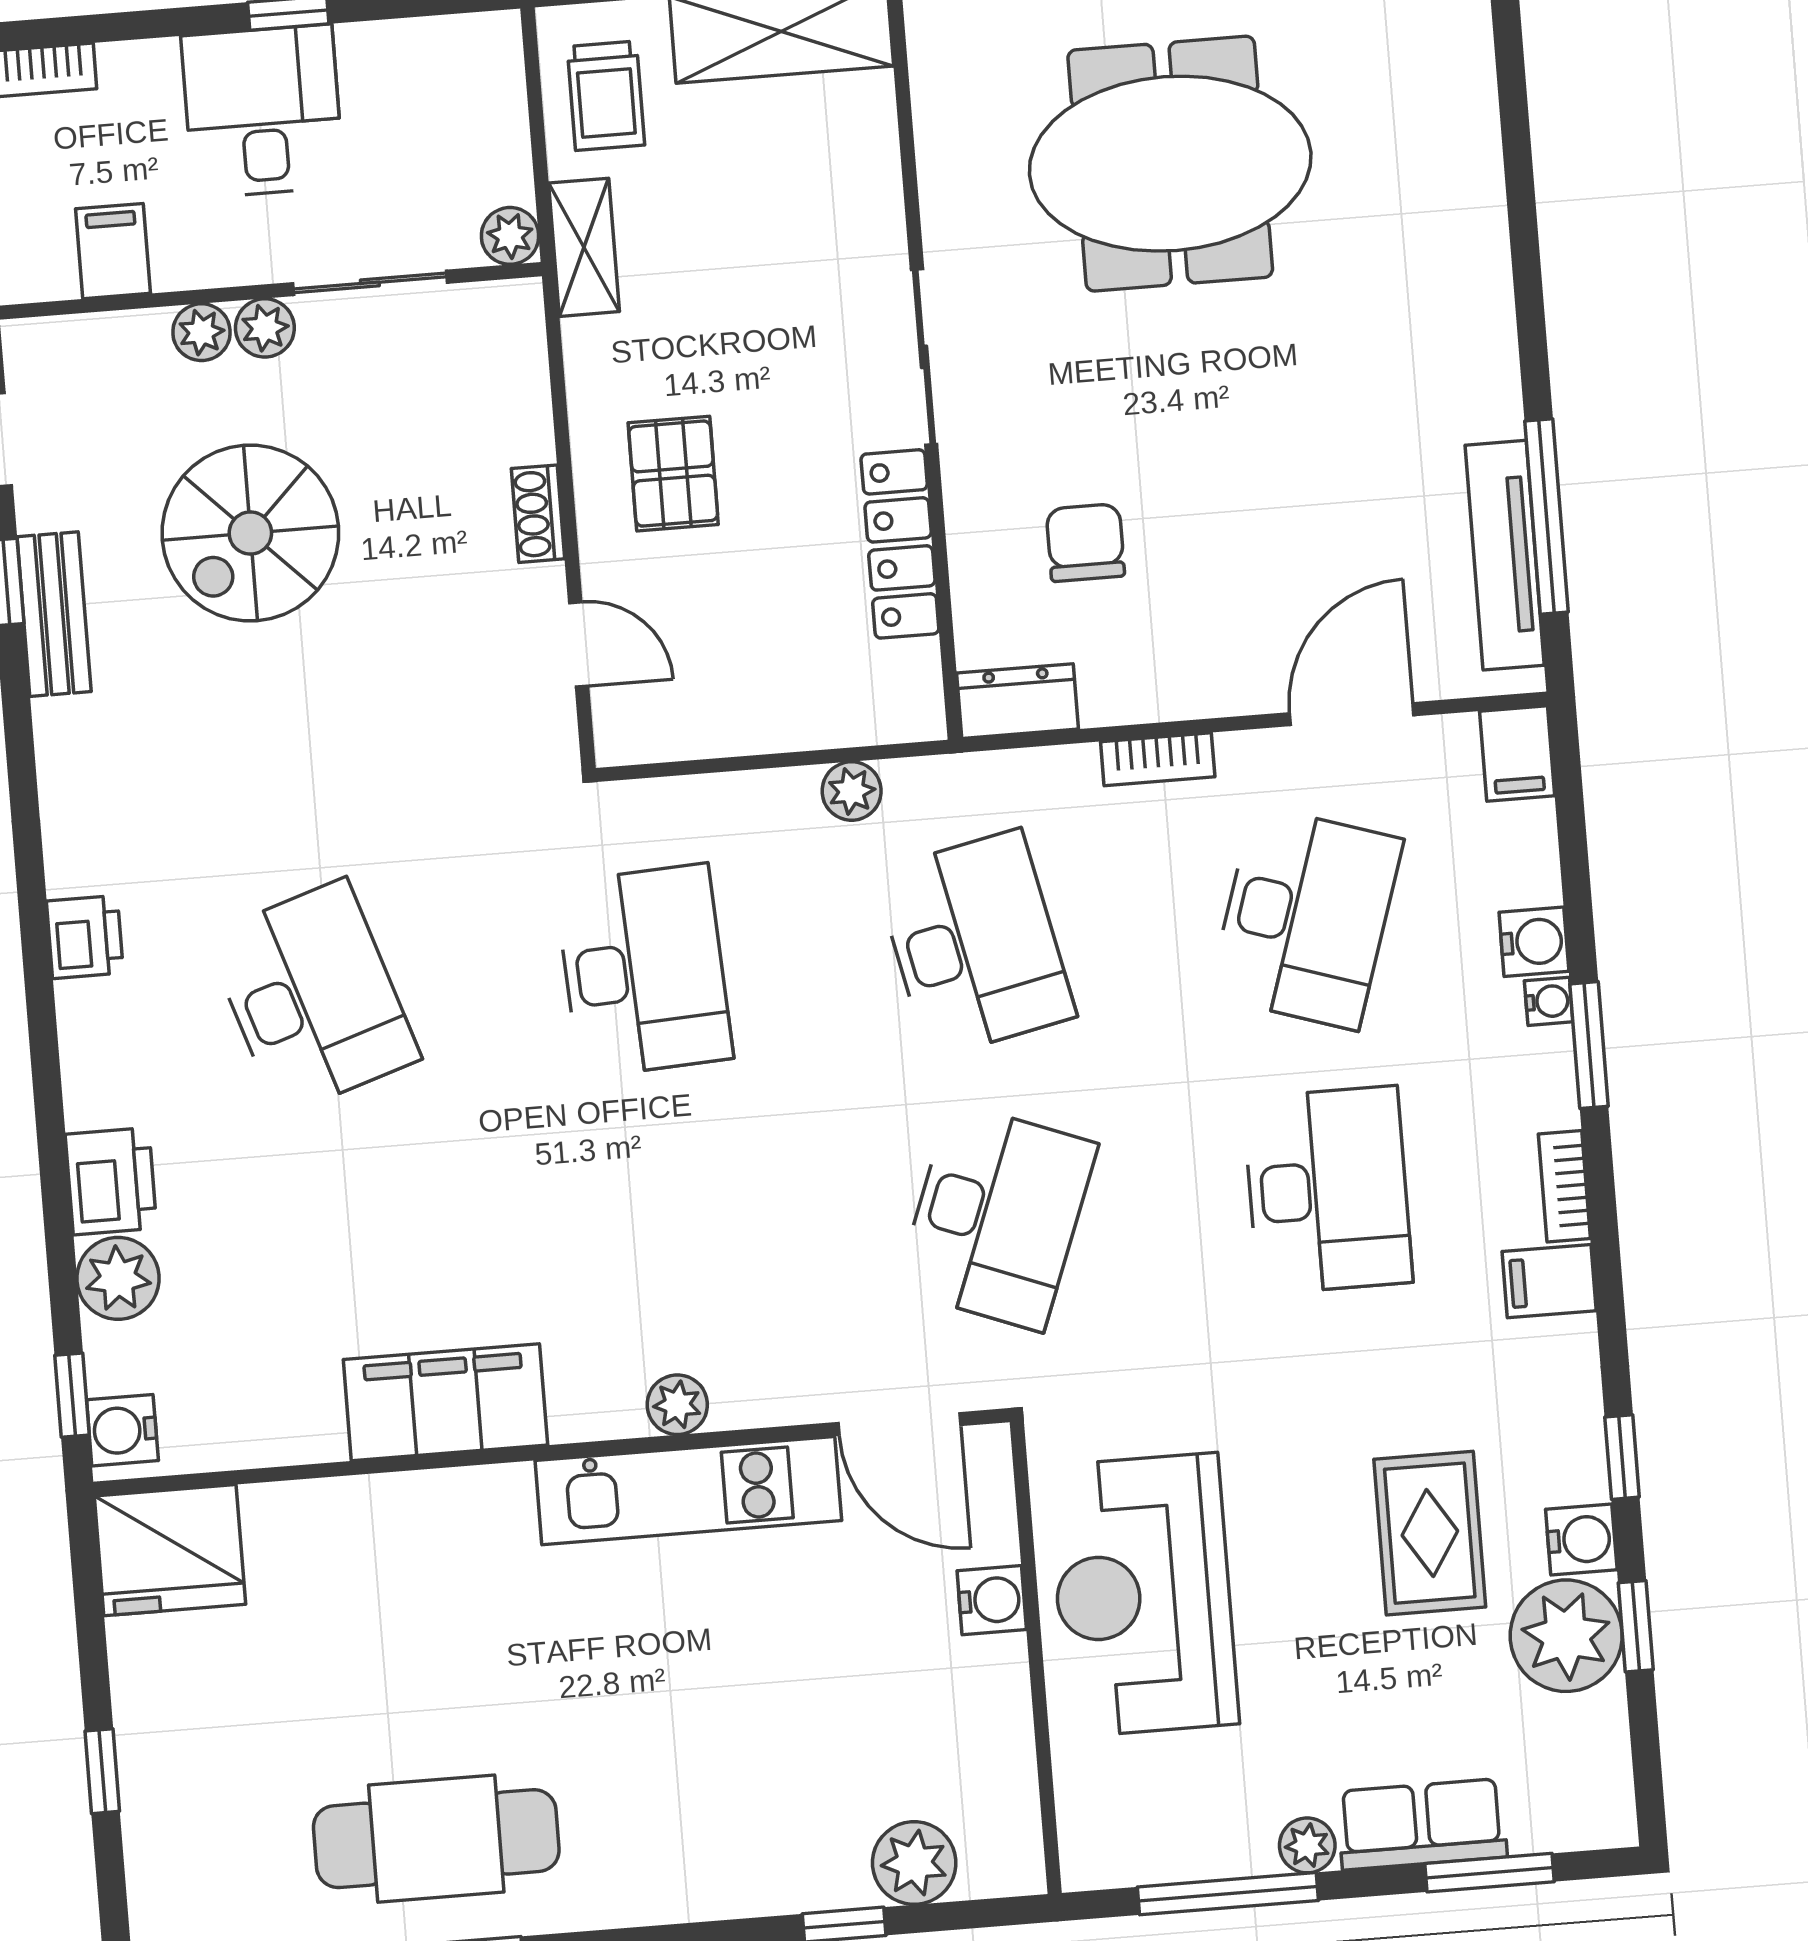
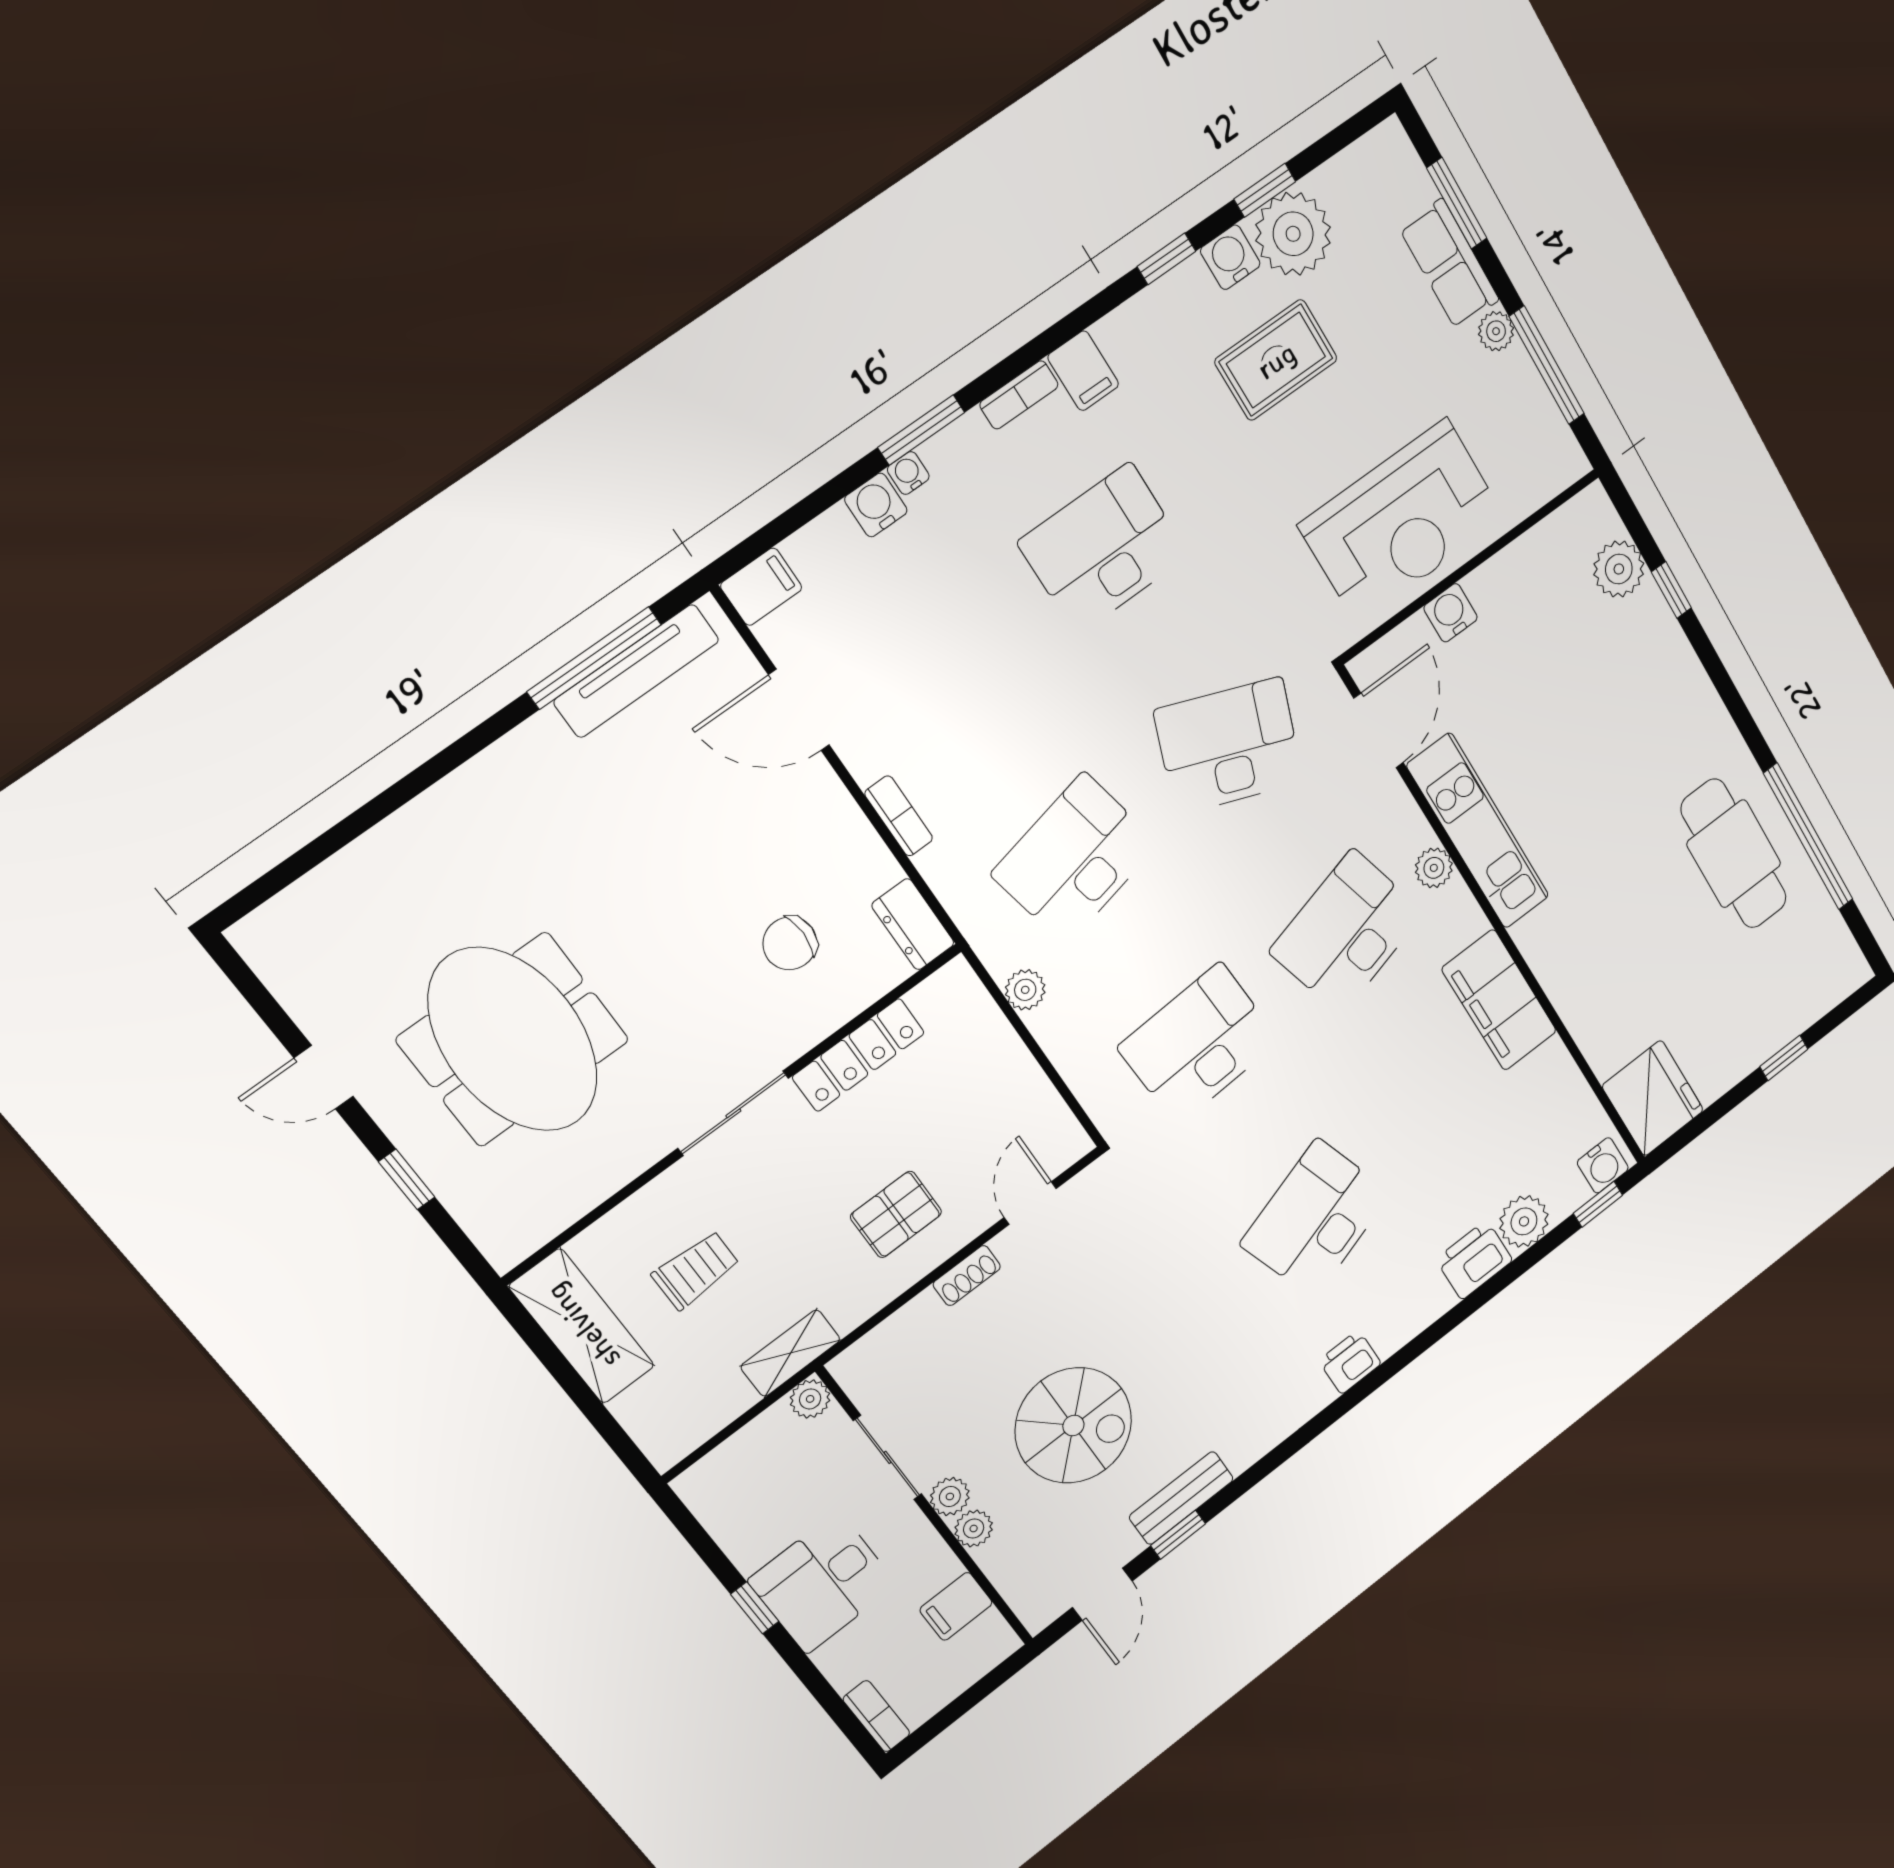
trolley: (606, 96) -> (696, 1270), moved
desk: (1306, 917) -> (1347, 932), moved, turned -33

